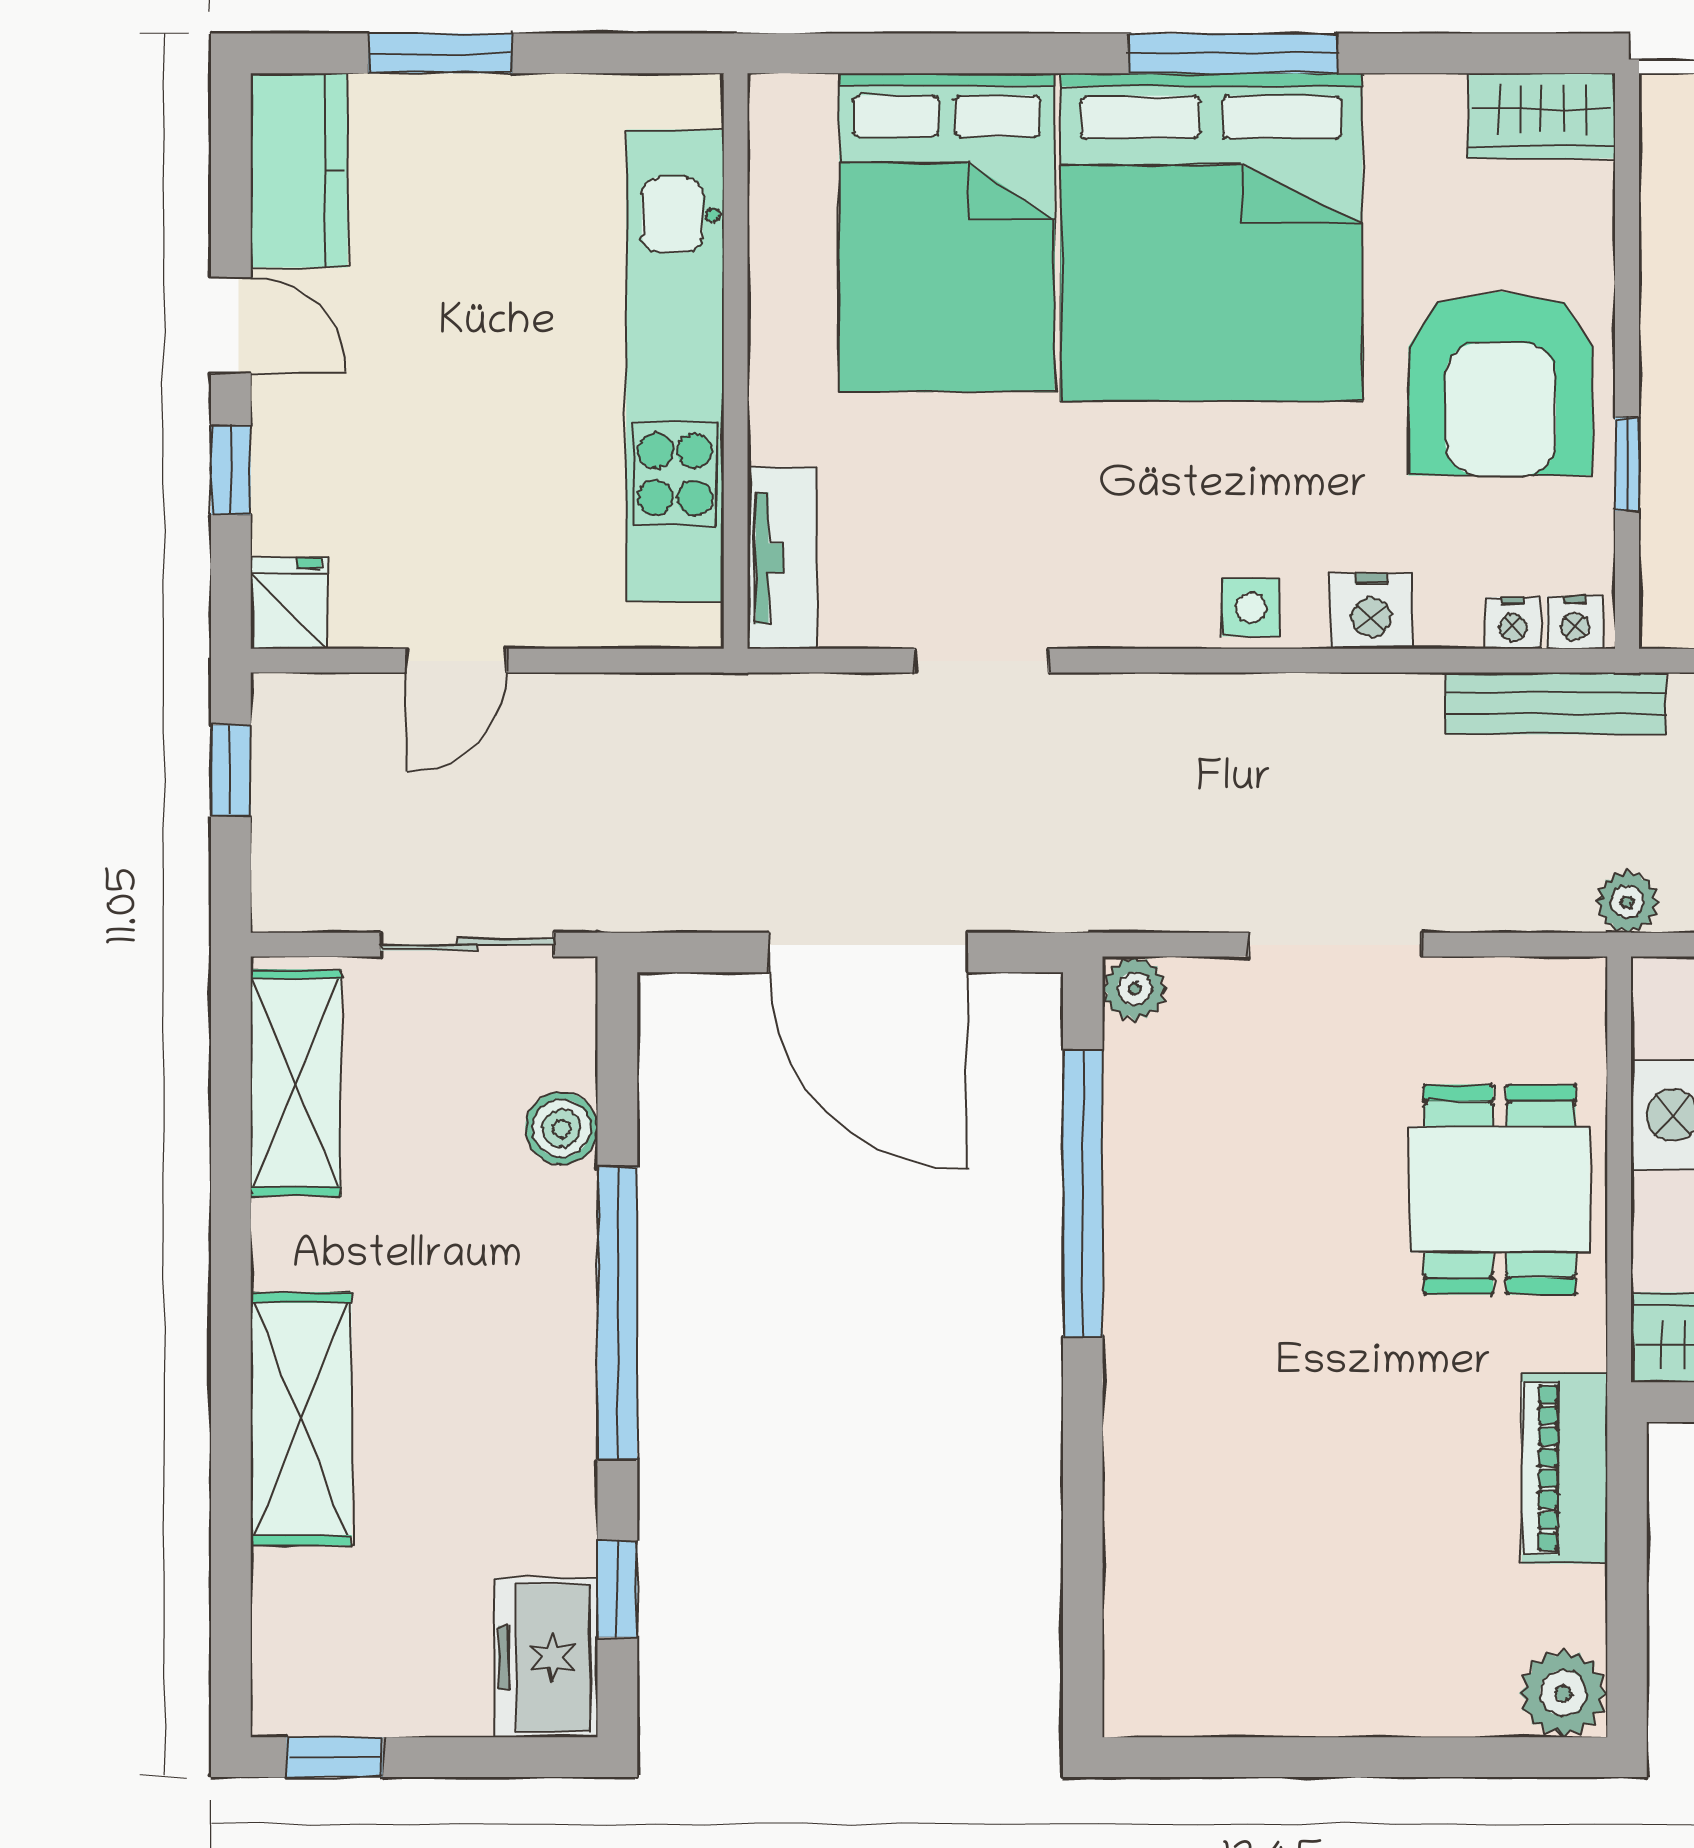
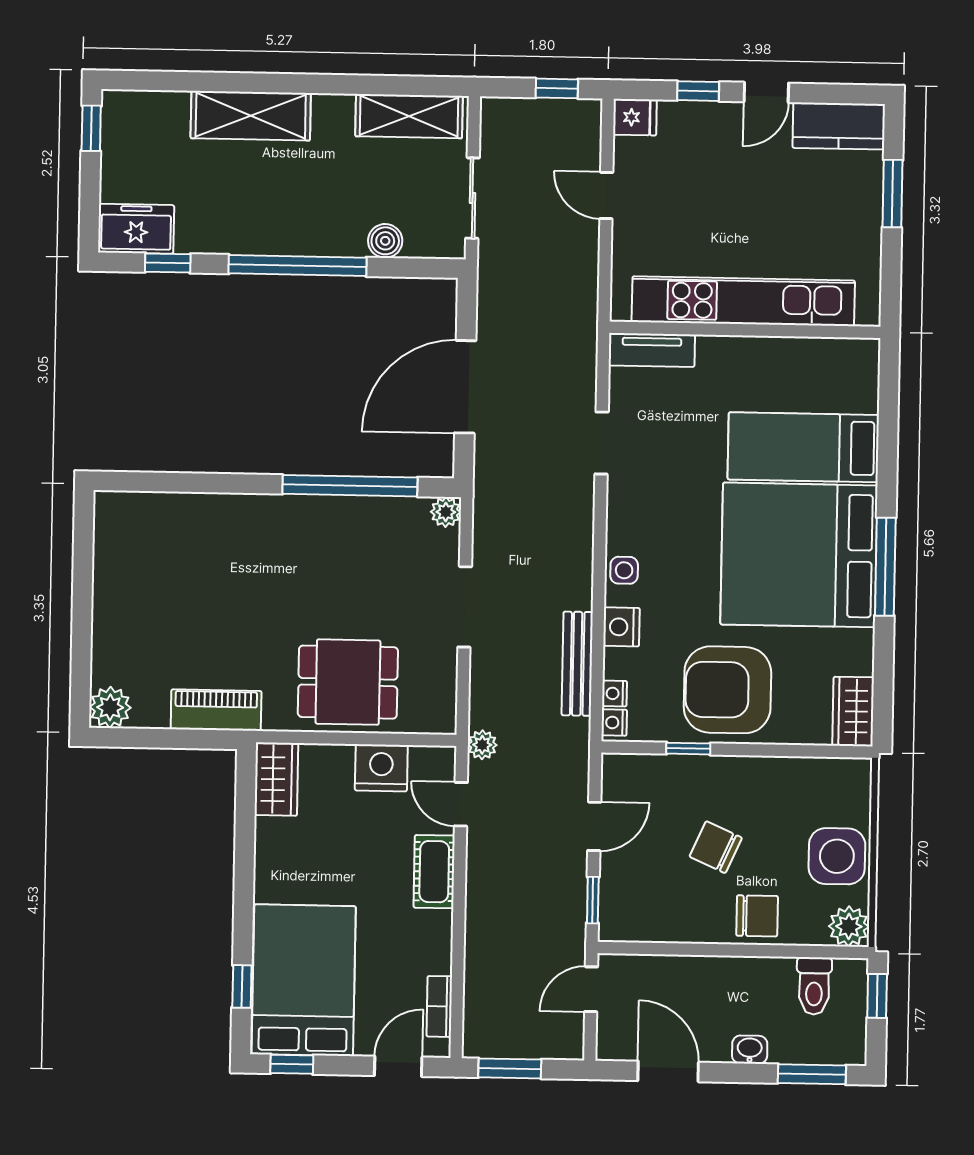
bed: (947, 232) -> (803, 447), width x0.67
bench: (1555, 703) -> (577, 664), moved

